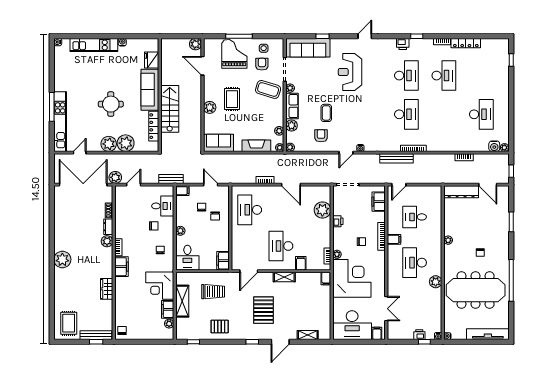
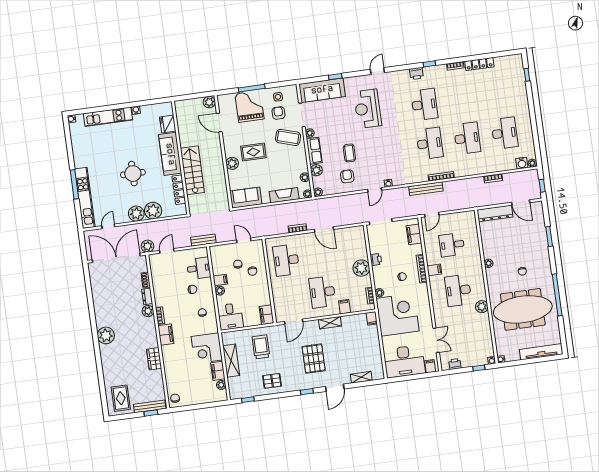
desk: (444, 76) -> (467, 138), moved
rug: (232, 99) -> (253, 152), turned 90
filing cabinet: (182, 191) -> (220, 280), moved
plant: (322, 210) -> (361, 268), moved
trolley: (213, 292) -> (261, 347), turned -90
printer: (419, 335) -> (455, 364), moved

